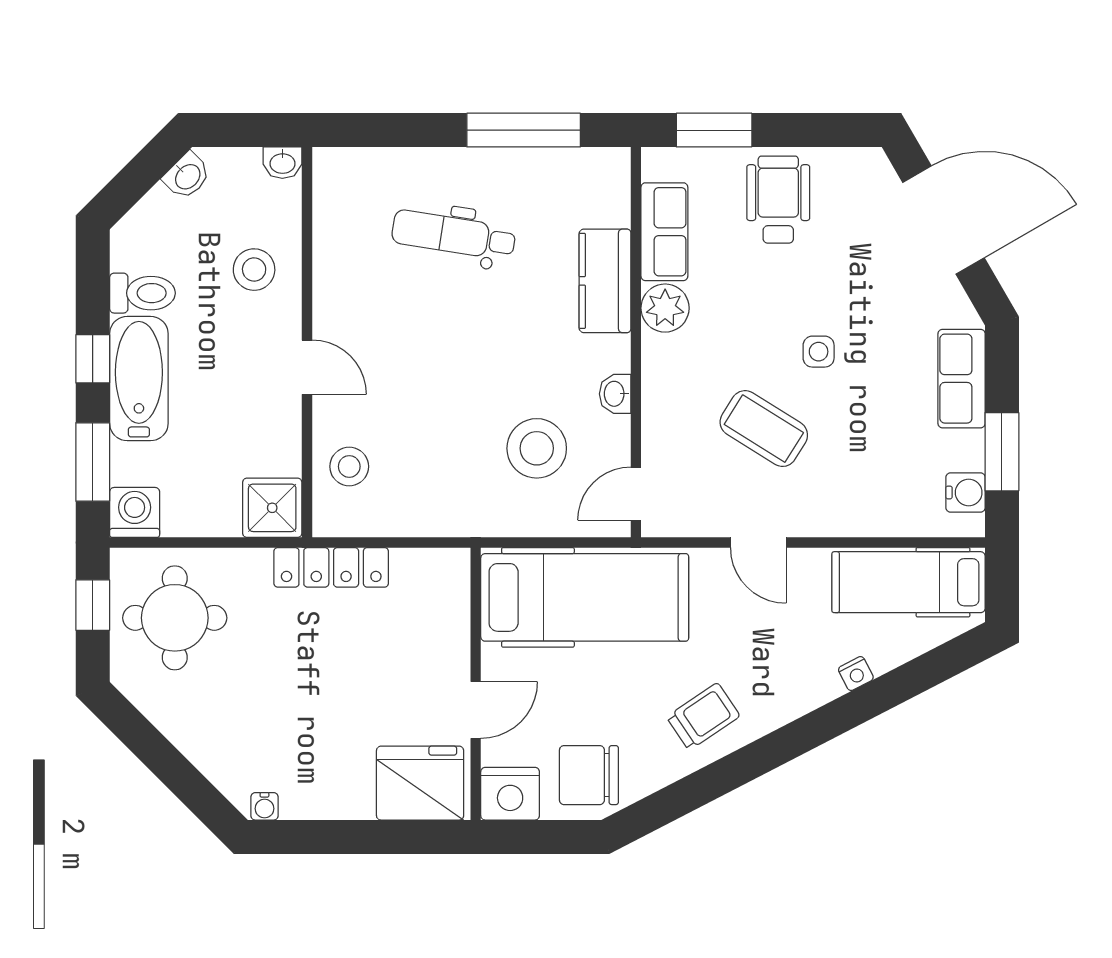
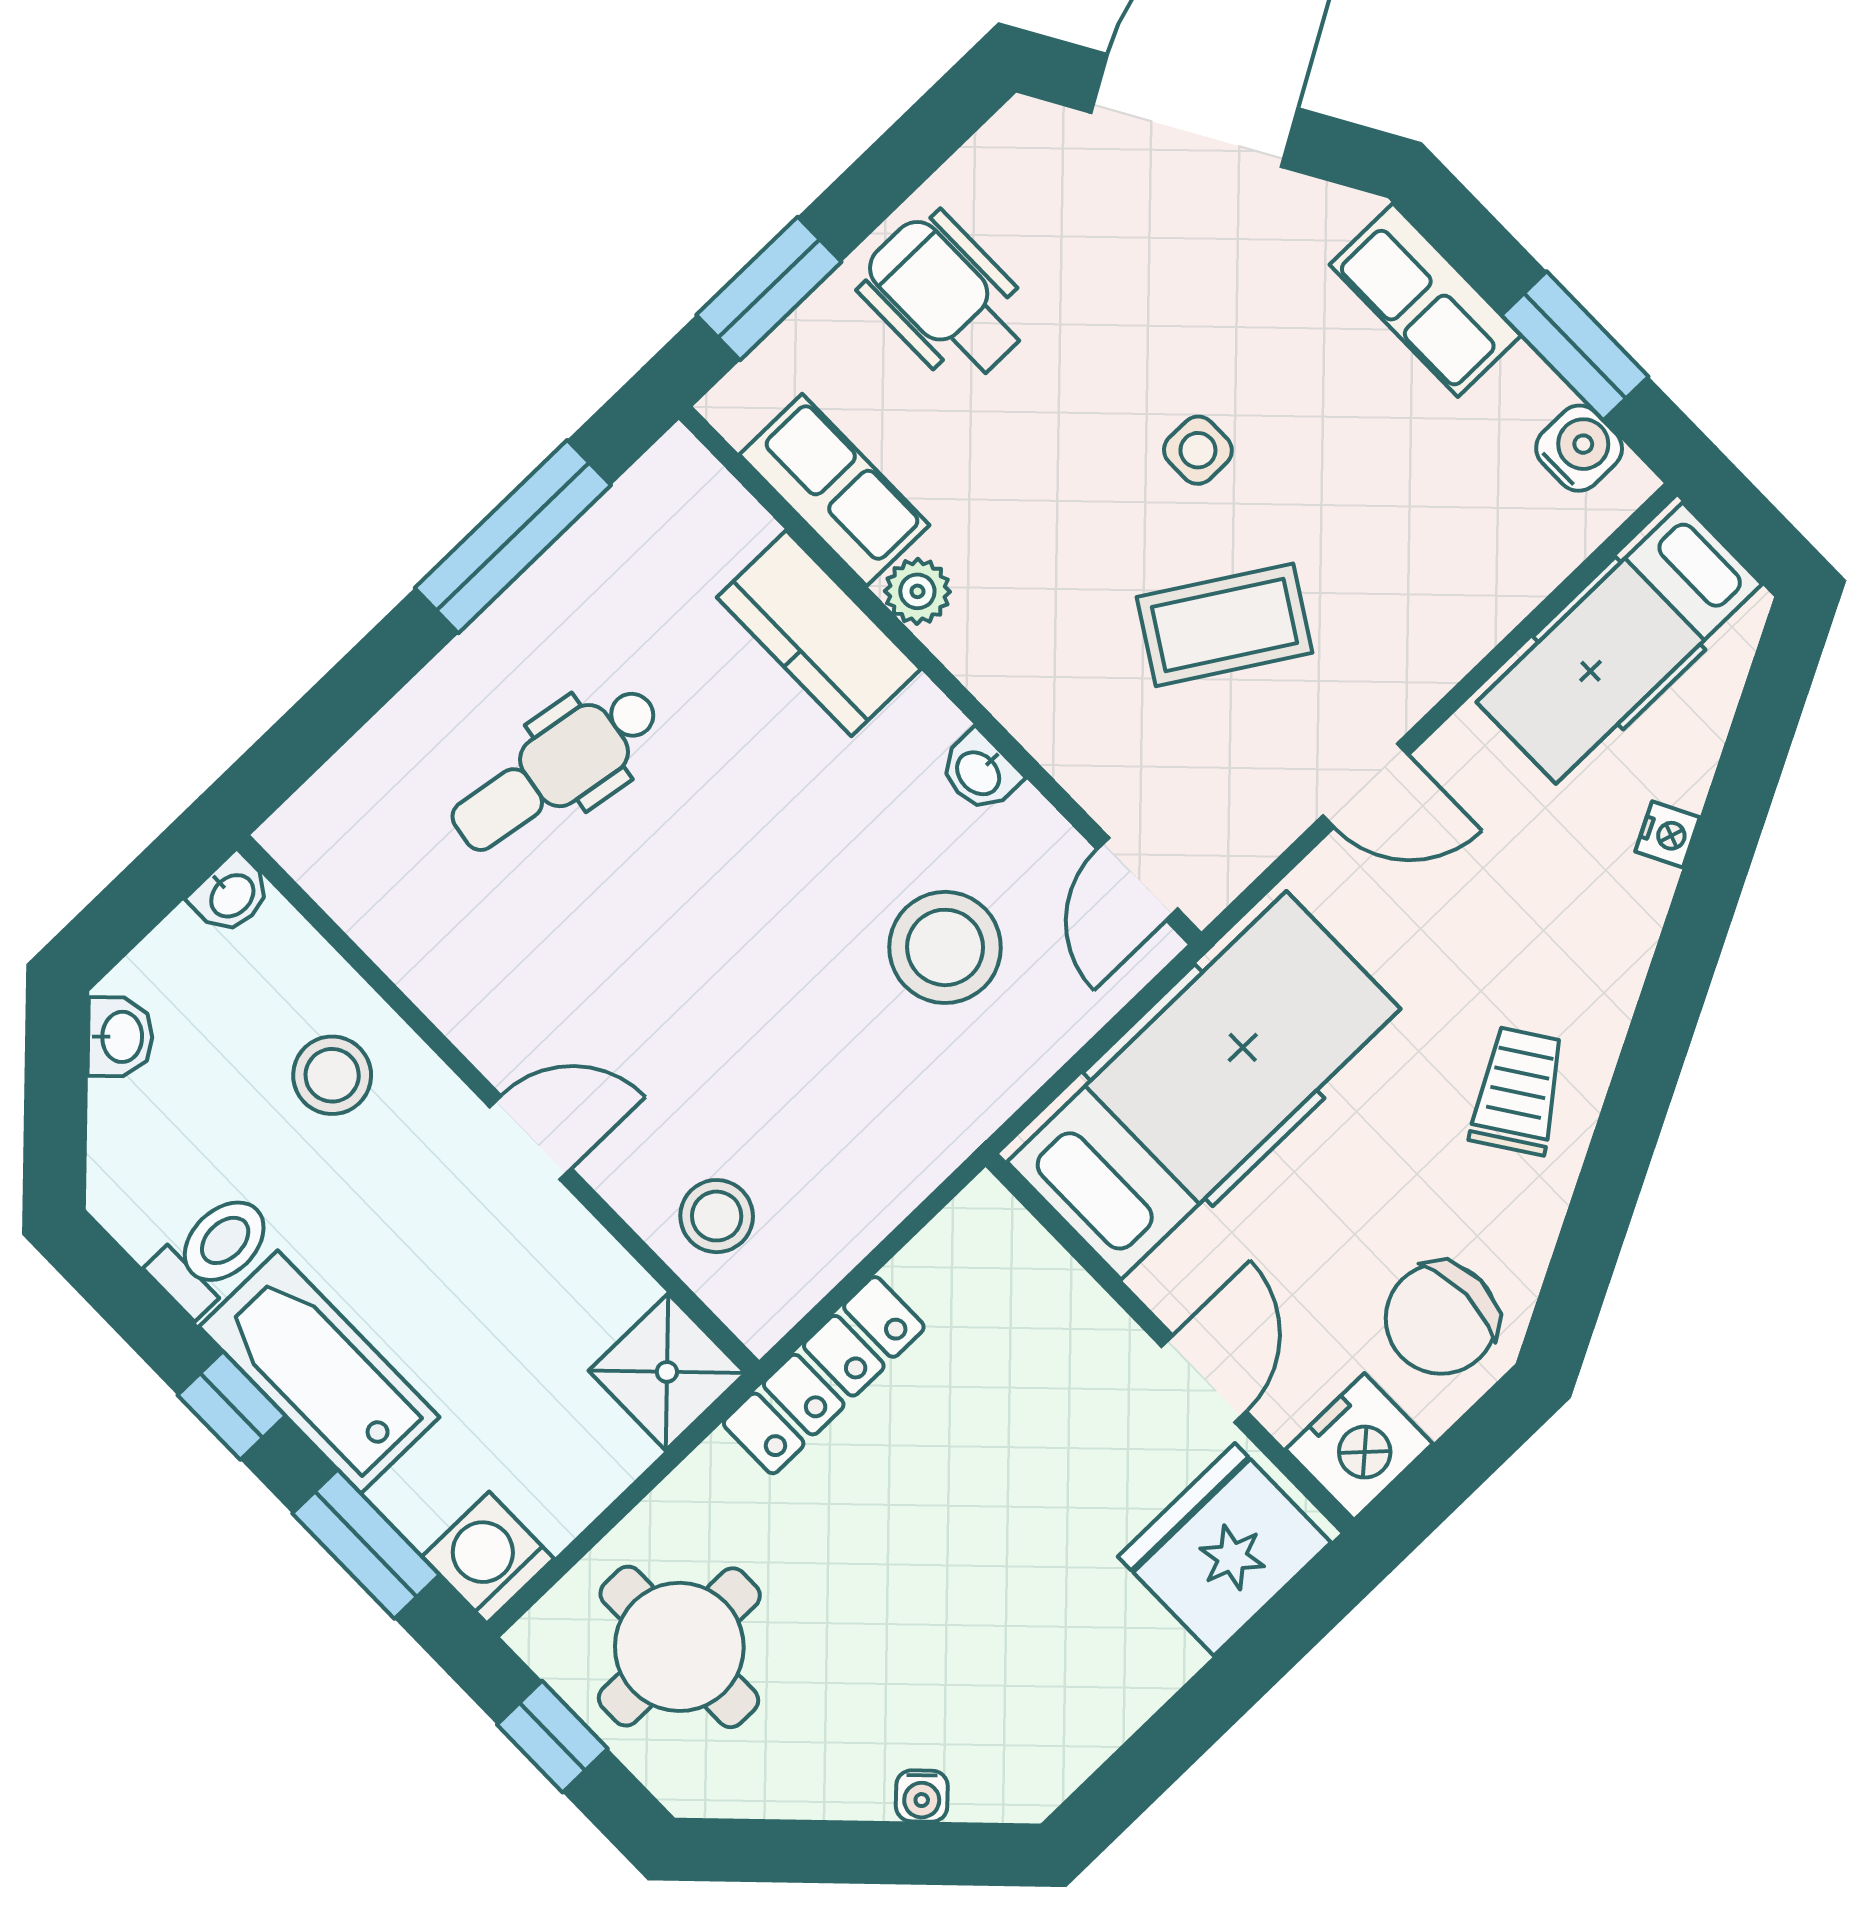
plant: (665, 308) -> (917, 591), width x0.73, depth x0.73
water cooler: (264, 806) -> (922, 1796), moved, turned 45

